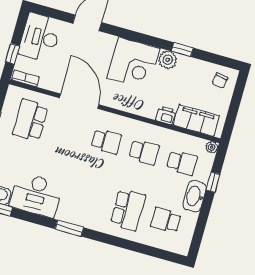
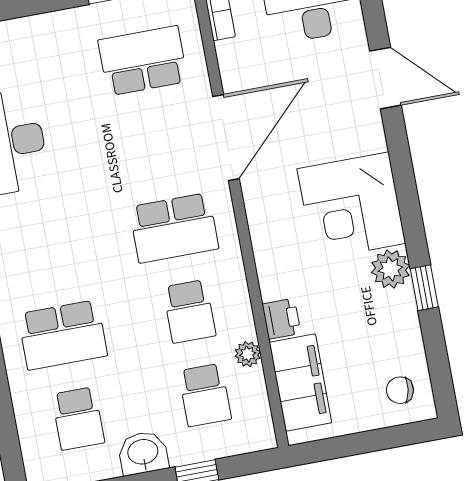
school desk: (106, 141) -> (174, 228), width x1.85
plant: (212, 147) -> (248, 354), moved
washbasin: (195, 196) -> (143, 453), width x0.72
school desk: (166, 220) -> (78, 418), turned 180

